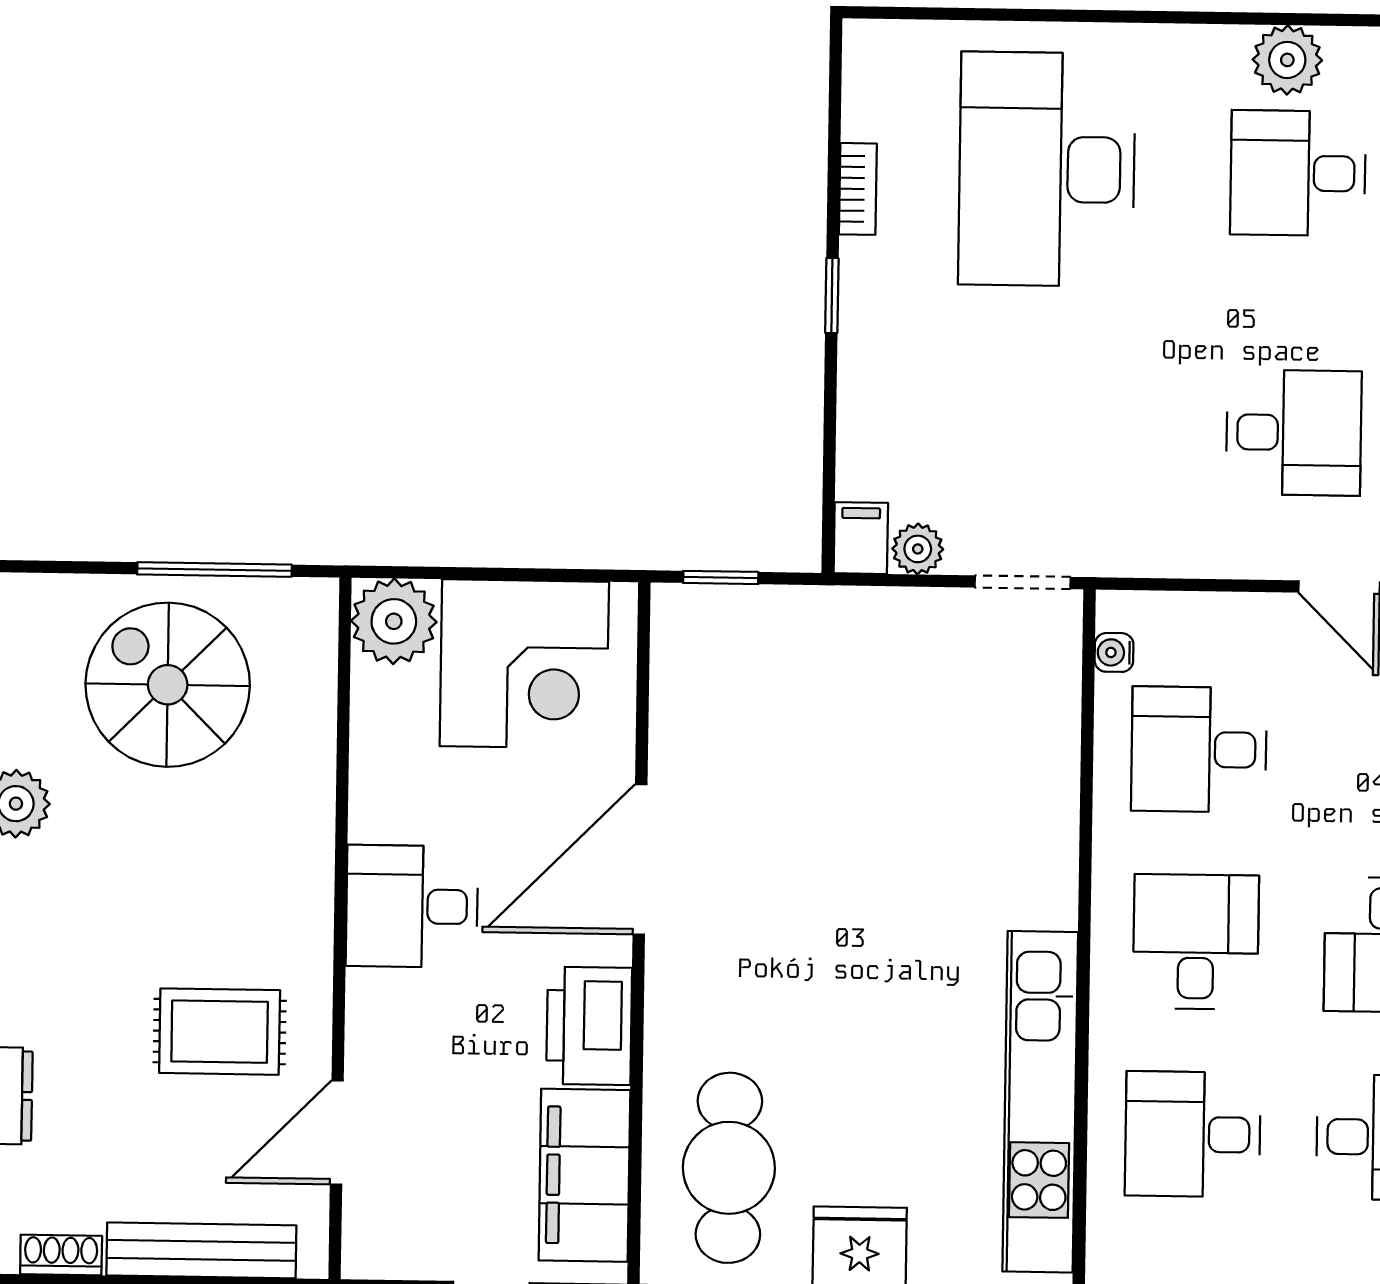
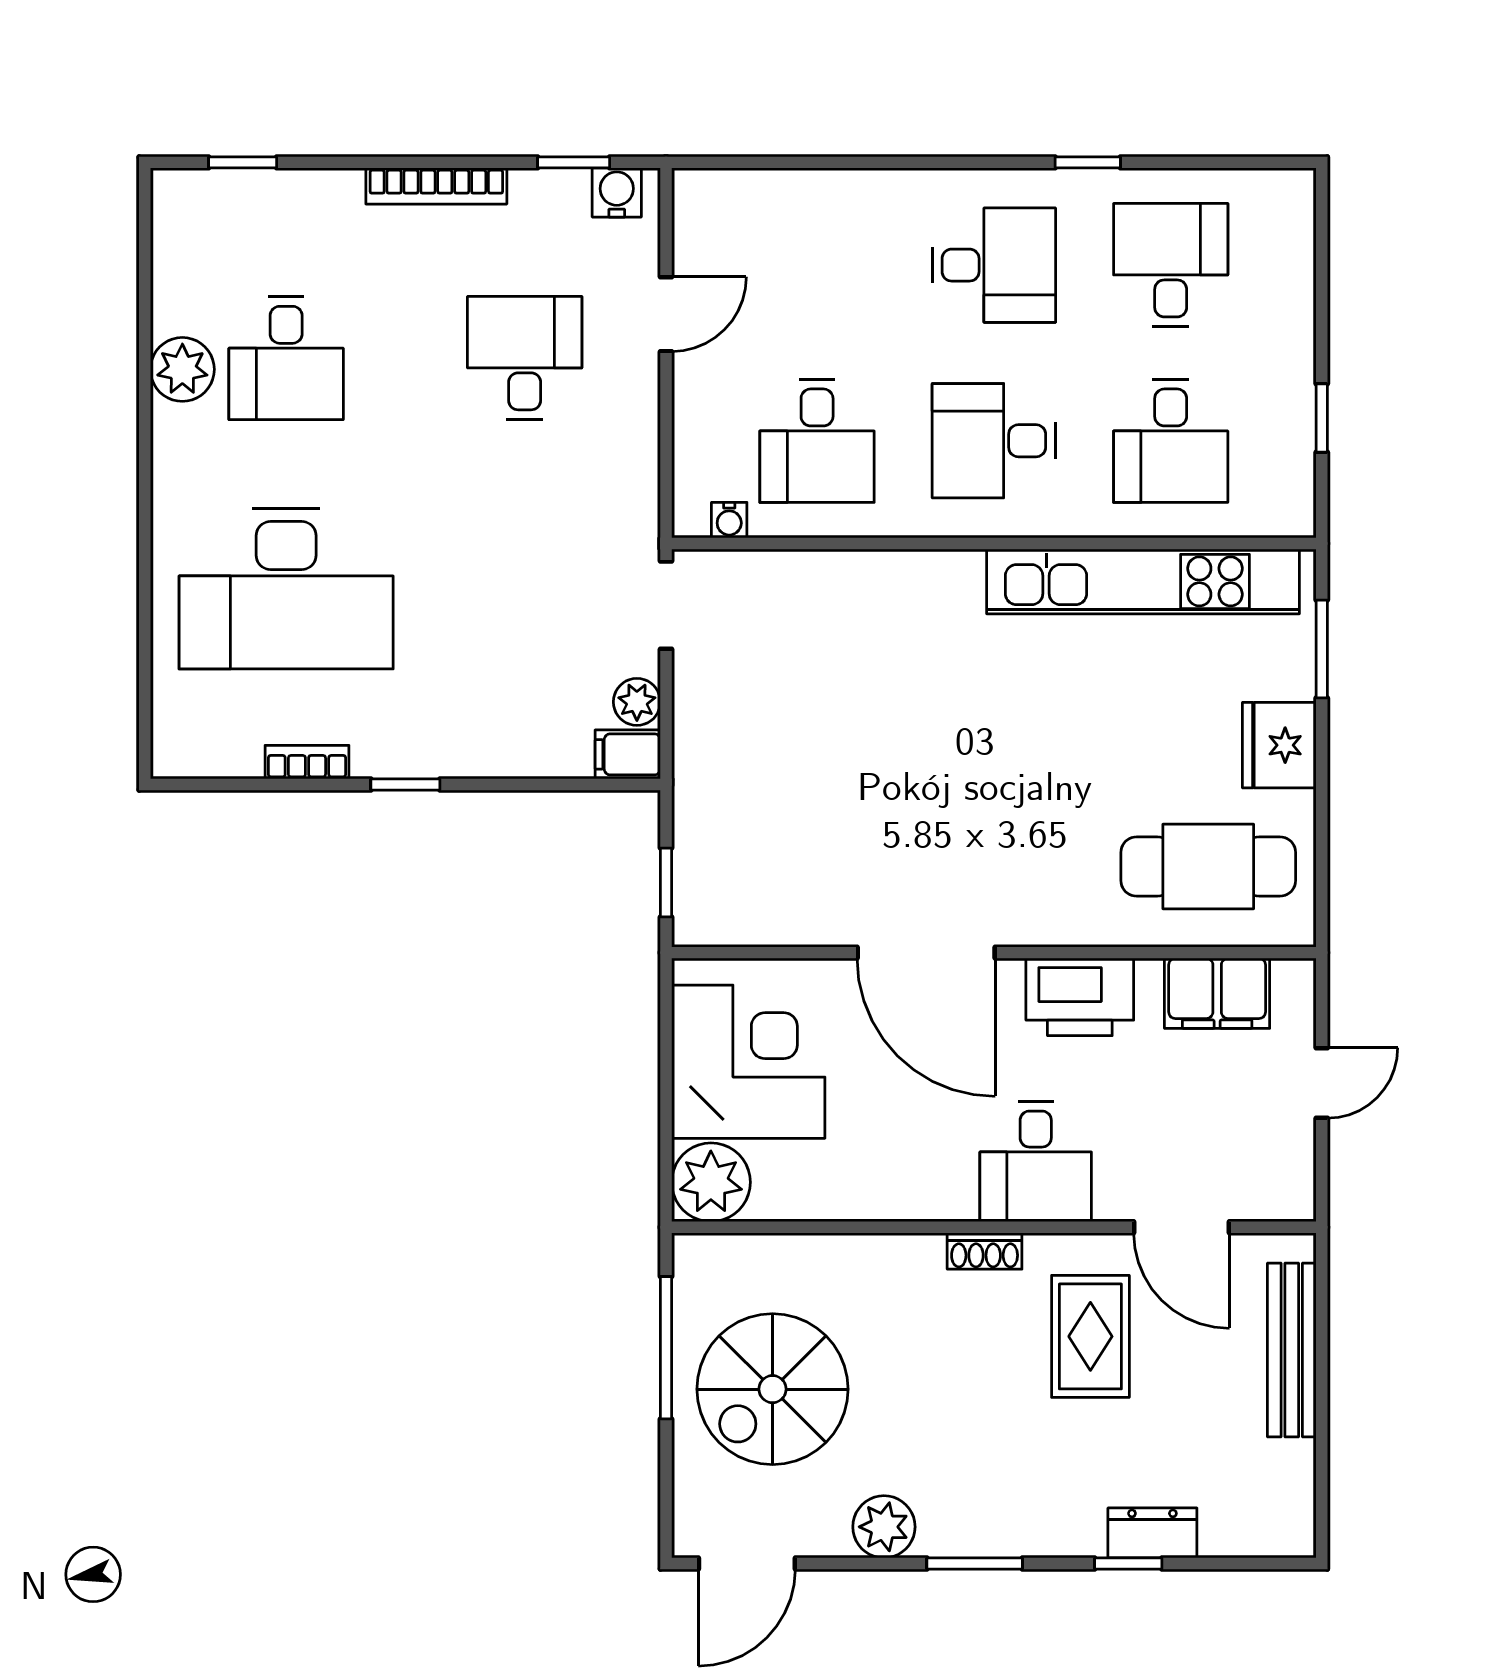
desk: (412, 906) -> (1036, 1162), moved
filing cabinet: (584, 1175) -> (1217, 993), width x0.67, depth x0.86
shoe rack: (61, 1255) -> (985, 1251), moved, turned -90

